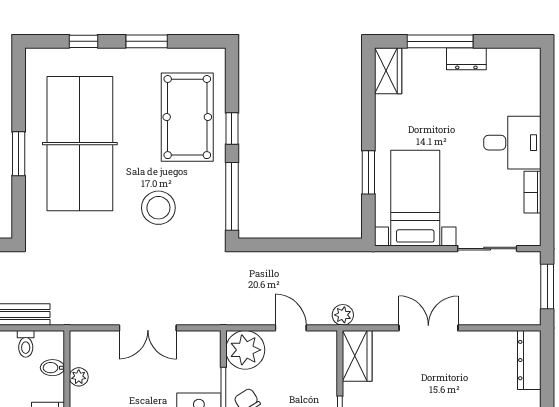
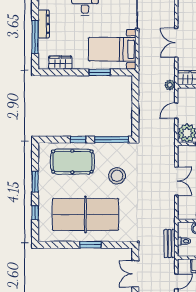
dresser: (466, 59) -> (44, 24), width x1.44
wardrobe: (388, 71) -> (60, 63), moved

